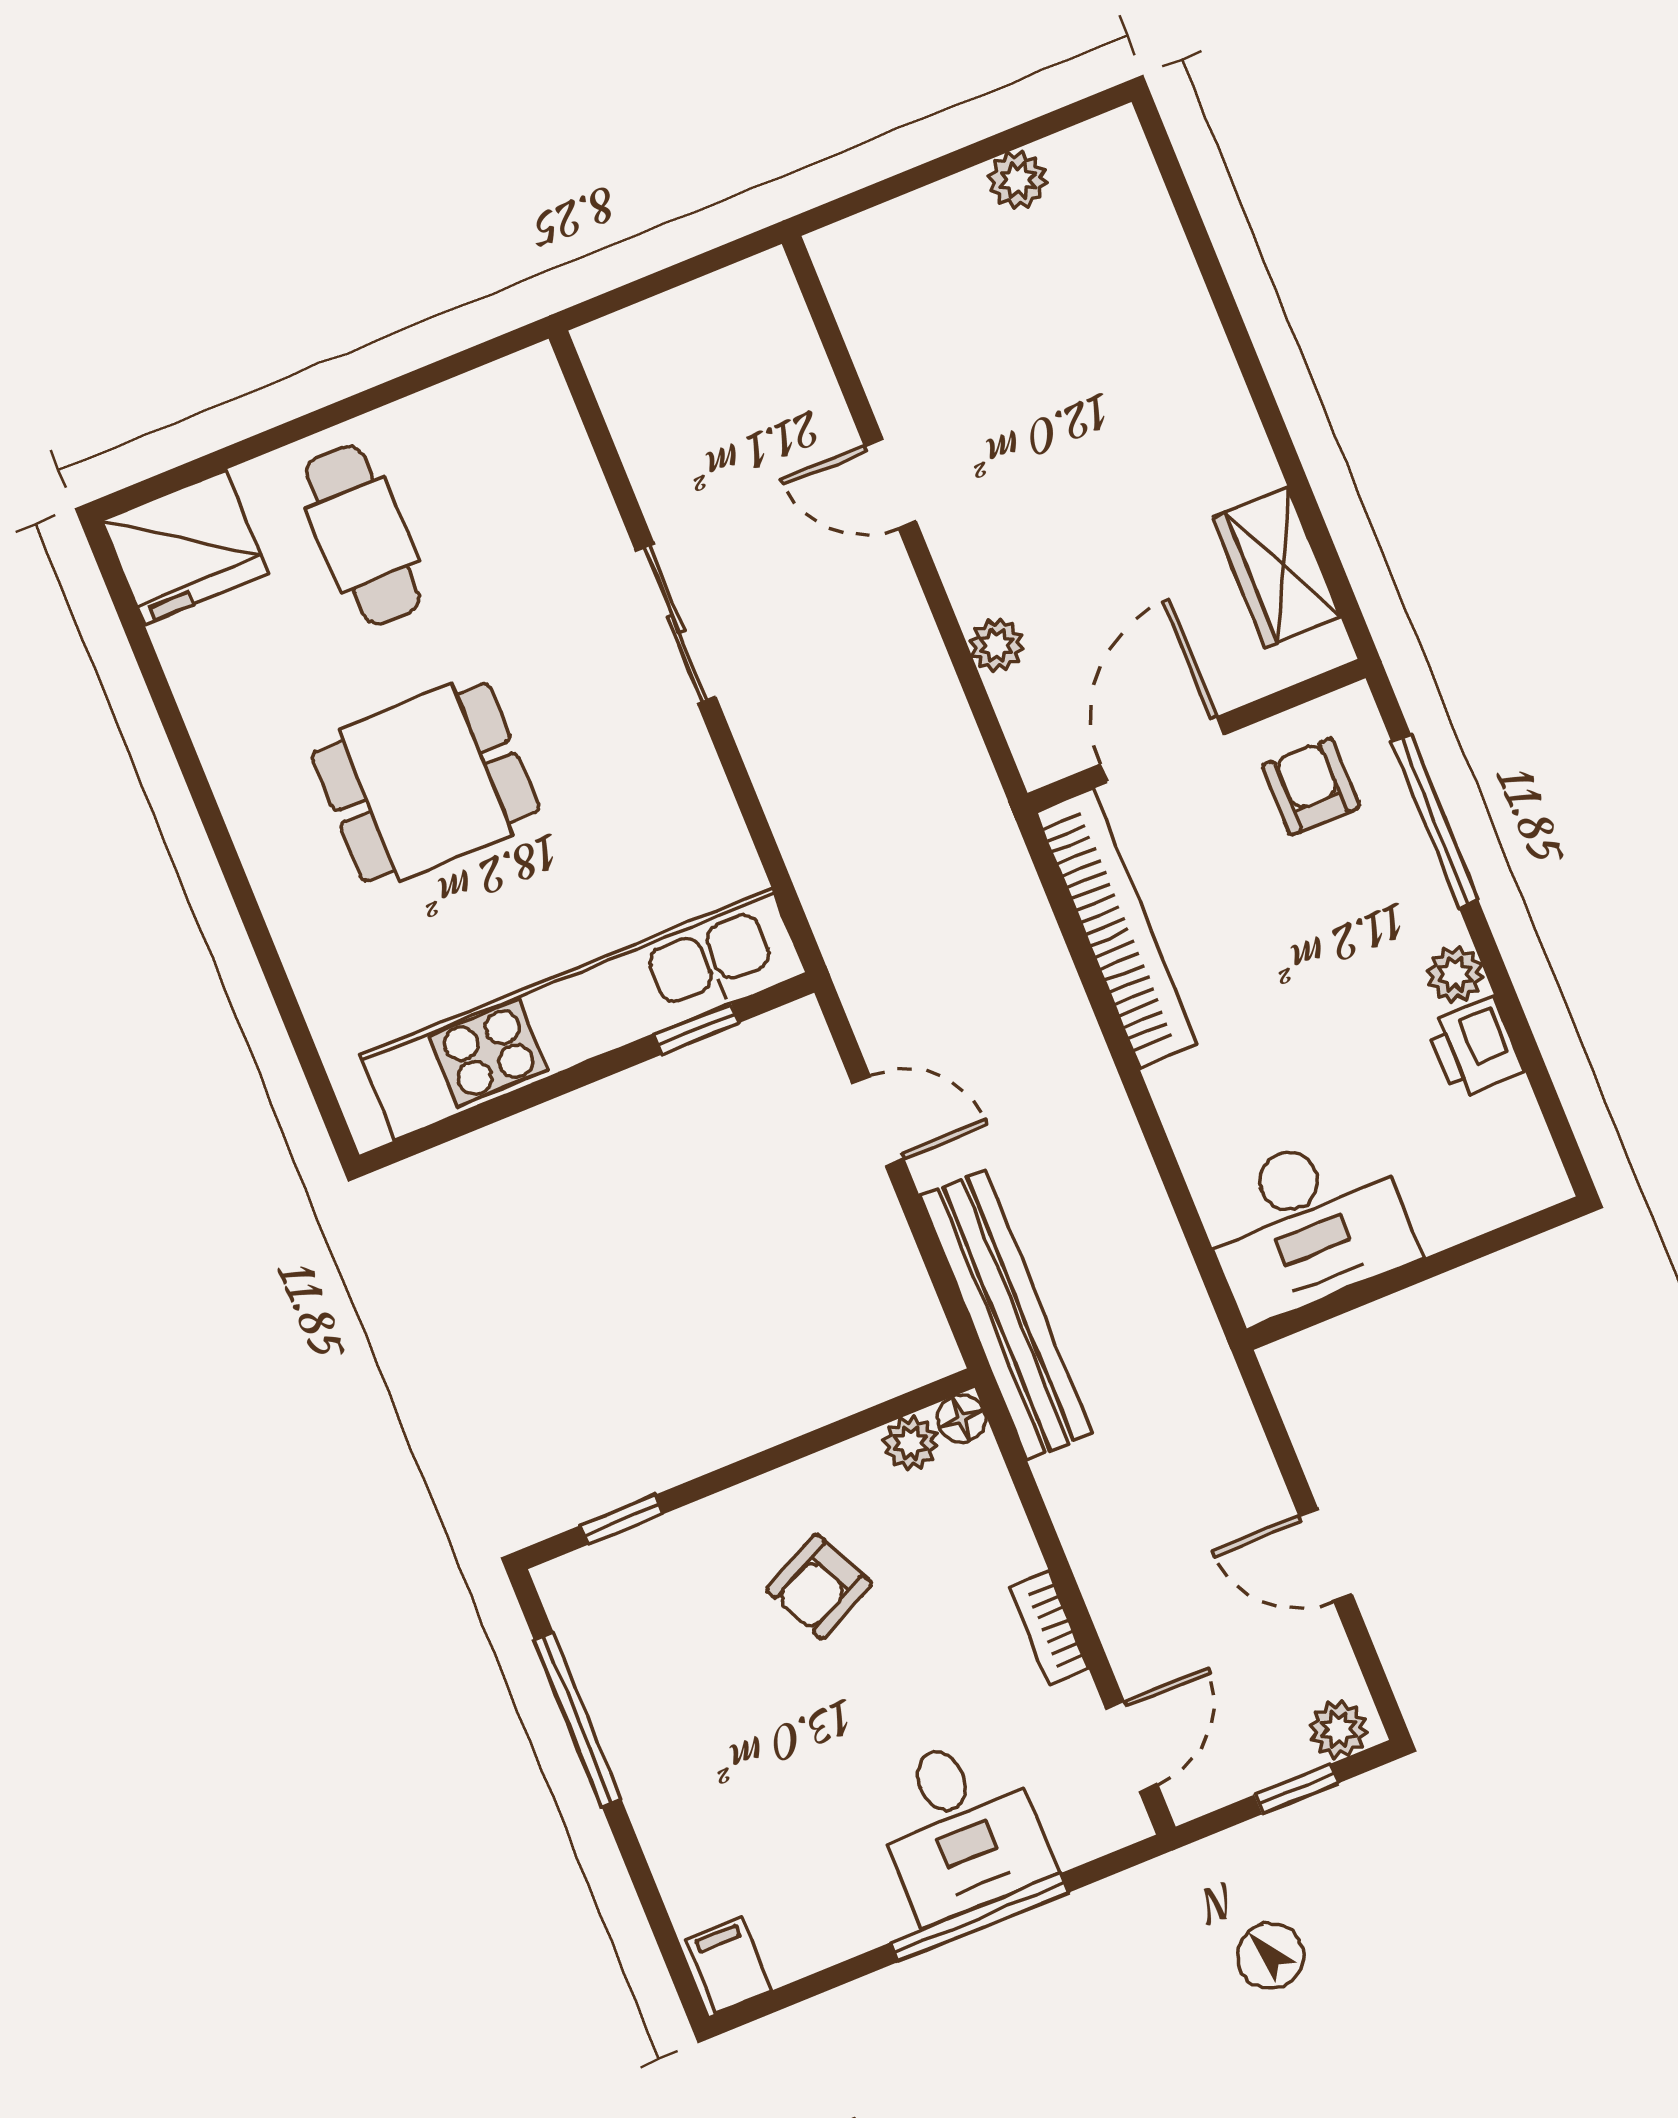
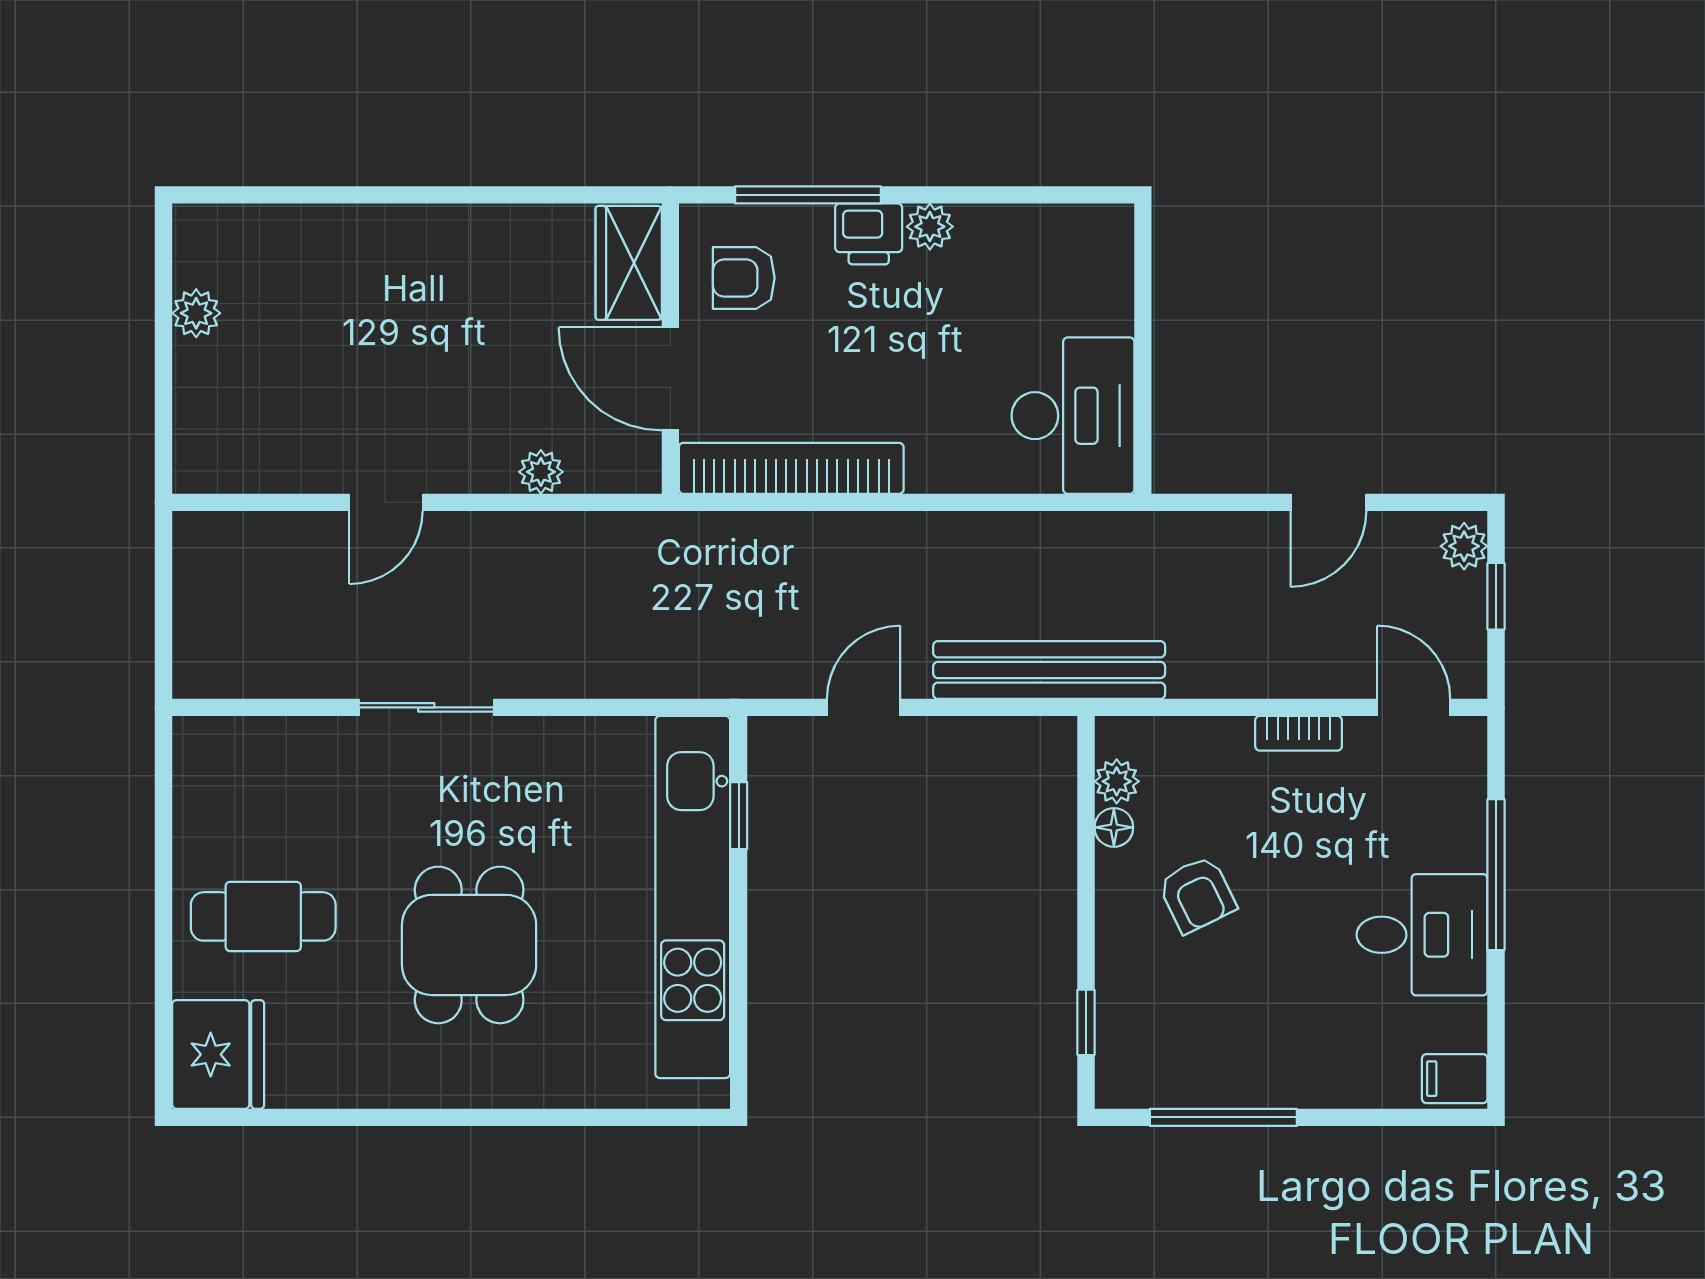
wardrobe: (1277, 567) -> (629, 263), moved, turned 90
printer: (1475, 1047) -> (869, 234), moved
floor lamp: (962, 1419) -> (1114, 827), moved
desk: (960, 1827) -> (1422, 935), moved

